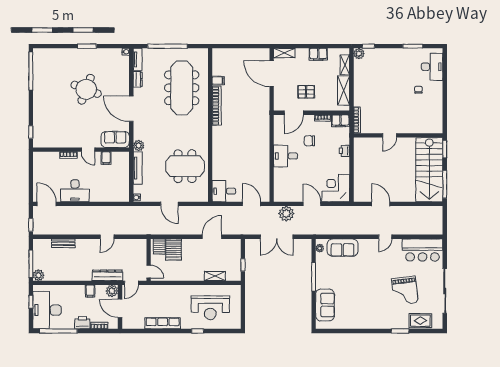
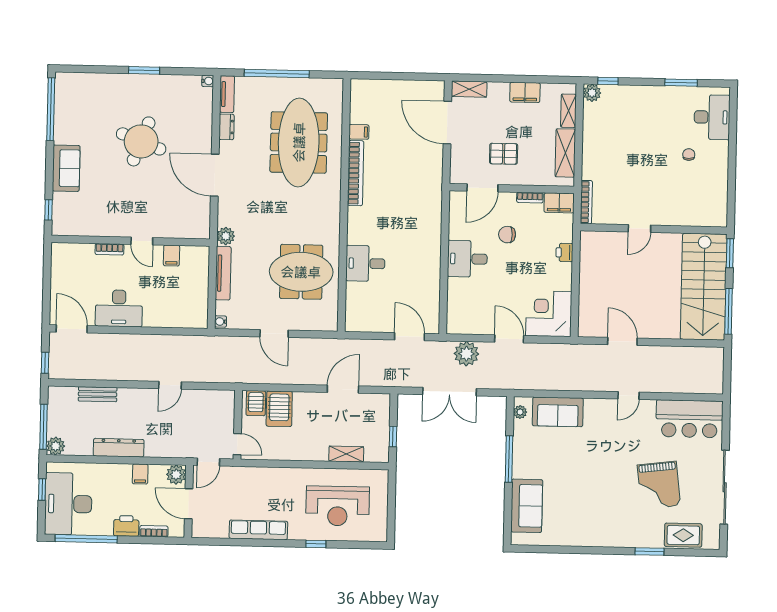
sofa: (115, 139) -> (66, 168), moved, turned 90
desk: (224, 191) -> (365, 263), moved
dresser: (107, 275) -> (119, 448), moved

